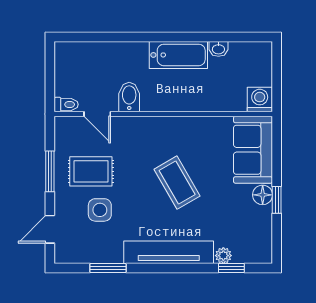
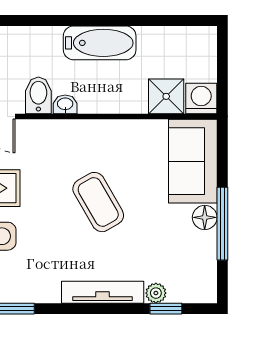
washbasin: (218, 49) -> (65, 104), moved, turned 180
shower: (232, 98) -> (166, 96), added
window: (277, 200) -> (222, 224), width x2.17
tv unit: (169, 252) -> (103, 292), width x0.73, depth x0.78

